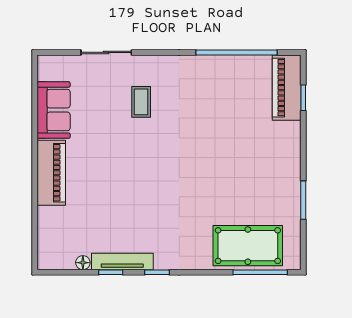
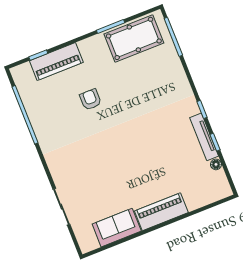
piano: (287, 88) -> (56, 62), moved
coffee table: (141, 102) -> (87, 168), removed
armchair: (223, 140) -> (91, 100), added
pool table: (248, 246) -> (134, 38), moved, turned 90

